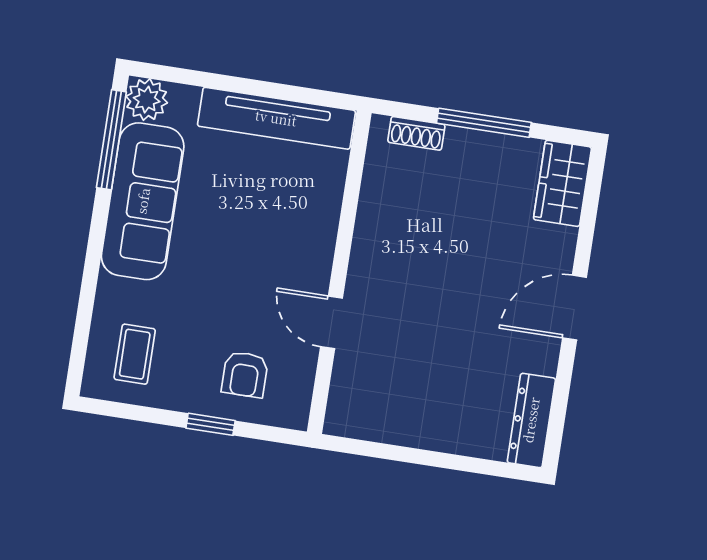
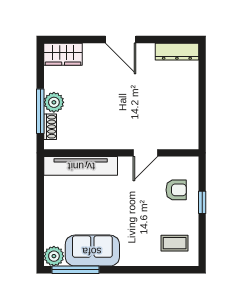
tv unit: (276, 118) -> (81, 166), moved, turned 90
window: (484, 123) -> (40, 111), moved
plant: (466, 149) -> (54, 102), added
sofa: (143, 201) -> (92, 251), width x0.73

